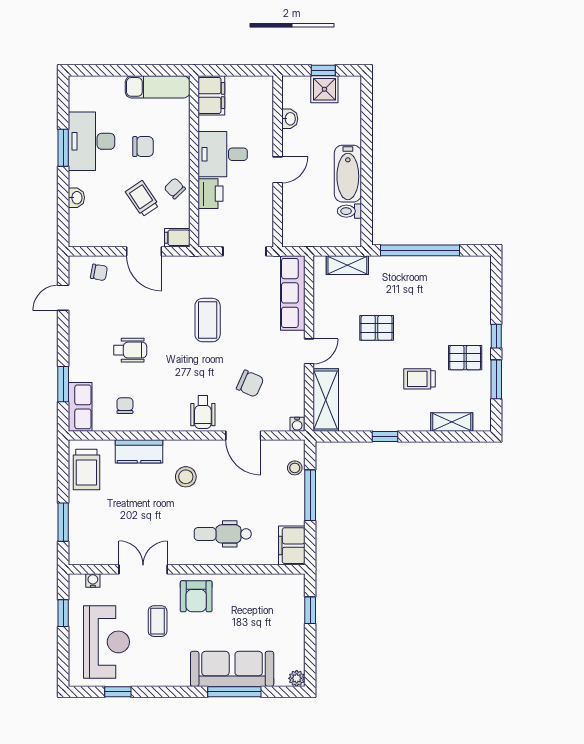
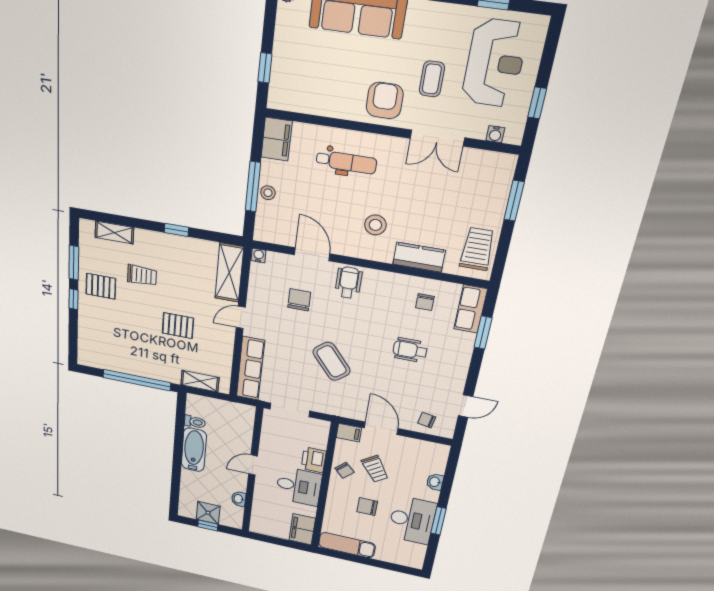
coffee table: (208, 320) -> (332, 361), turned -40
chair: (250, 384) -> (299, 300), turned 66
stool: (295, 468) -> (268, 193), moved
reception desk: (106, 642) -> (495, 63), turned 180

